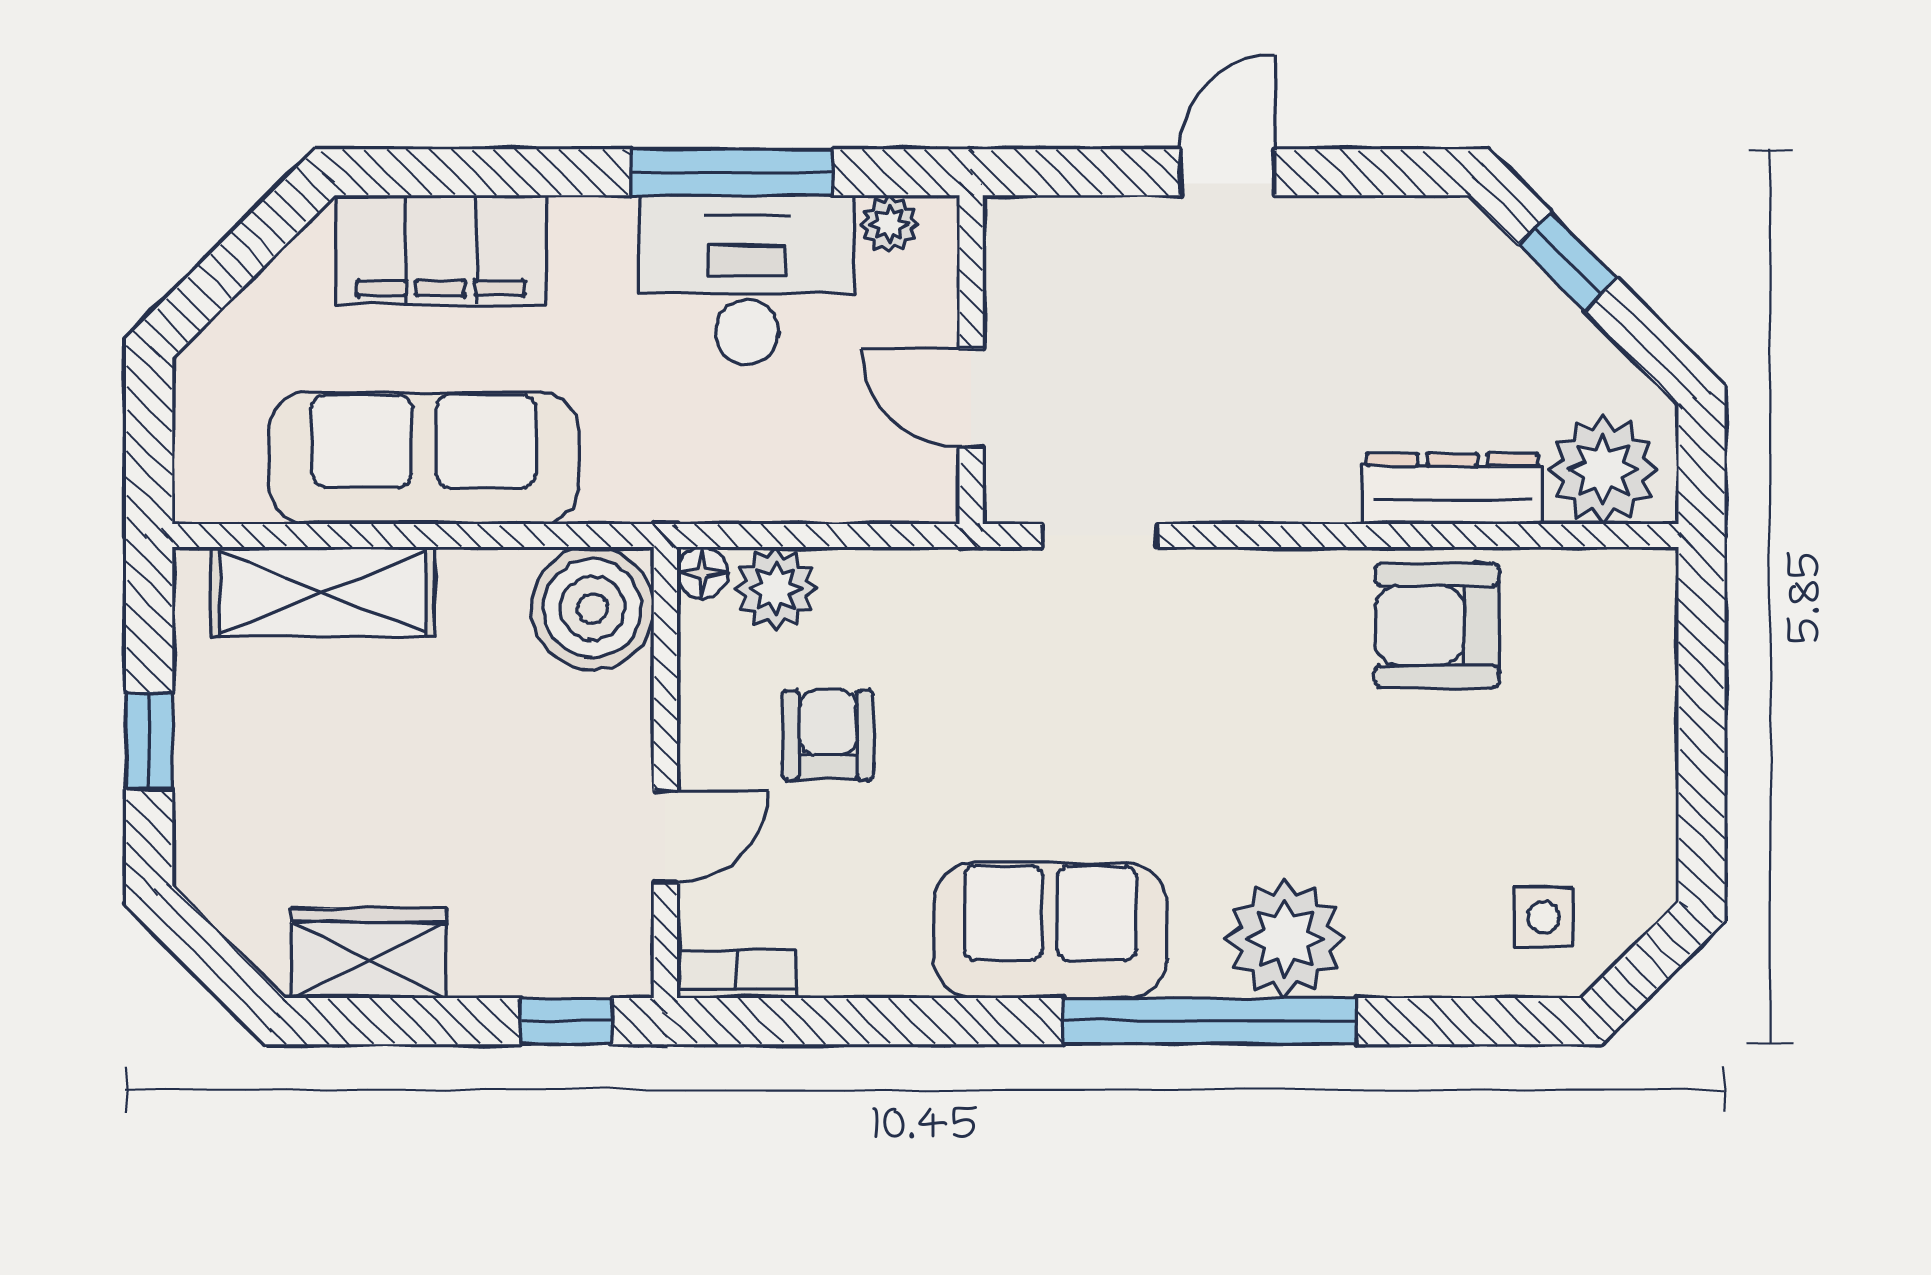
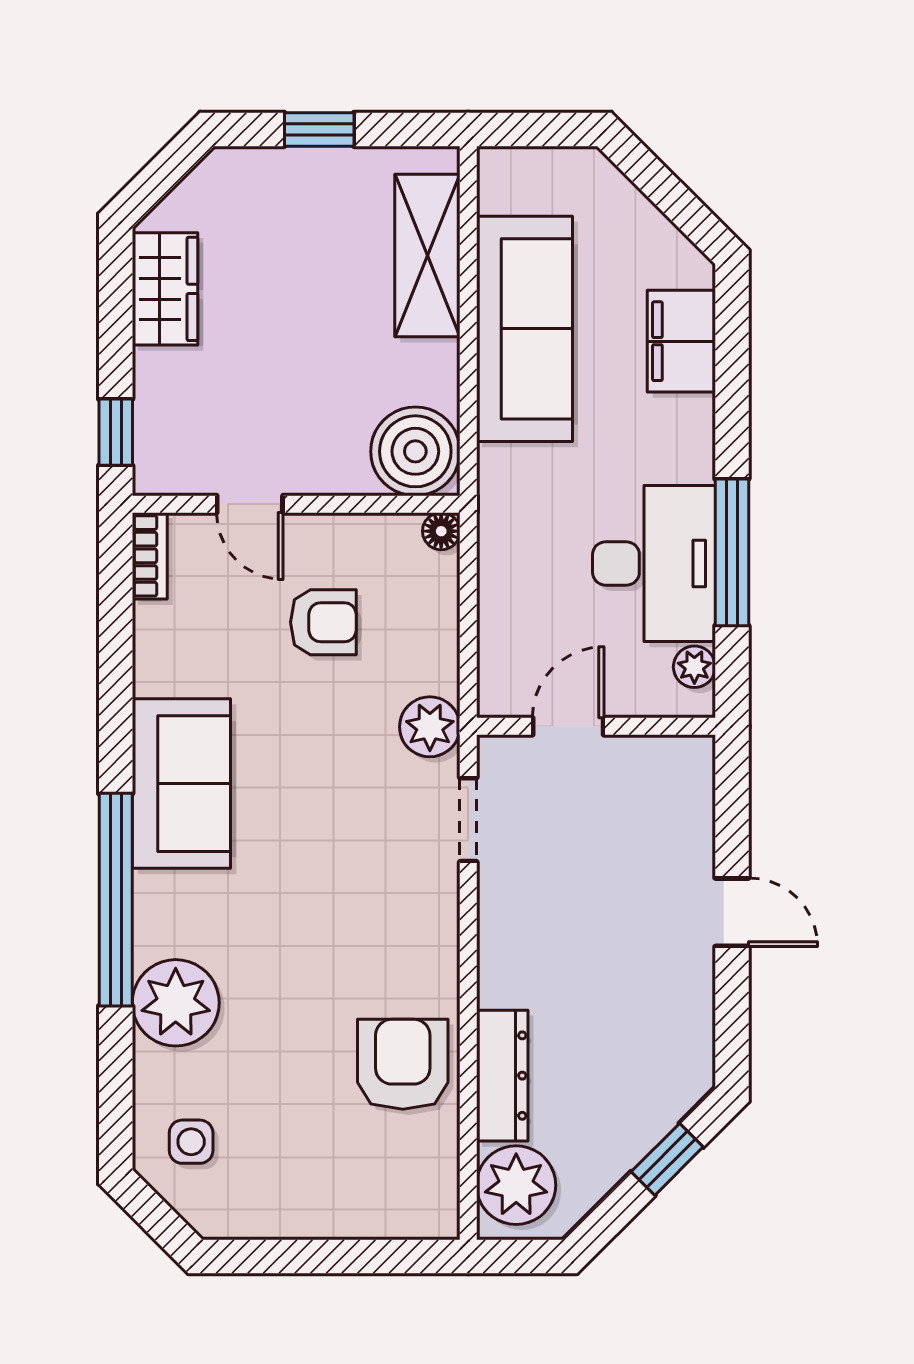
filing cabinet: (441, 250) -> (681, 341), width x0.67, depth x0.86
plant: (776, 588) -> (430, 727), moved
plant: (1285, 938) -> (176, 1003), moved

